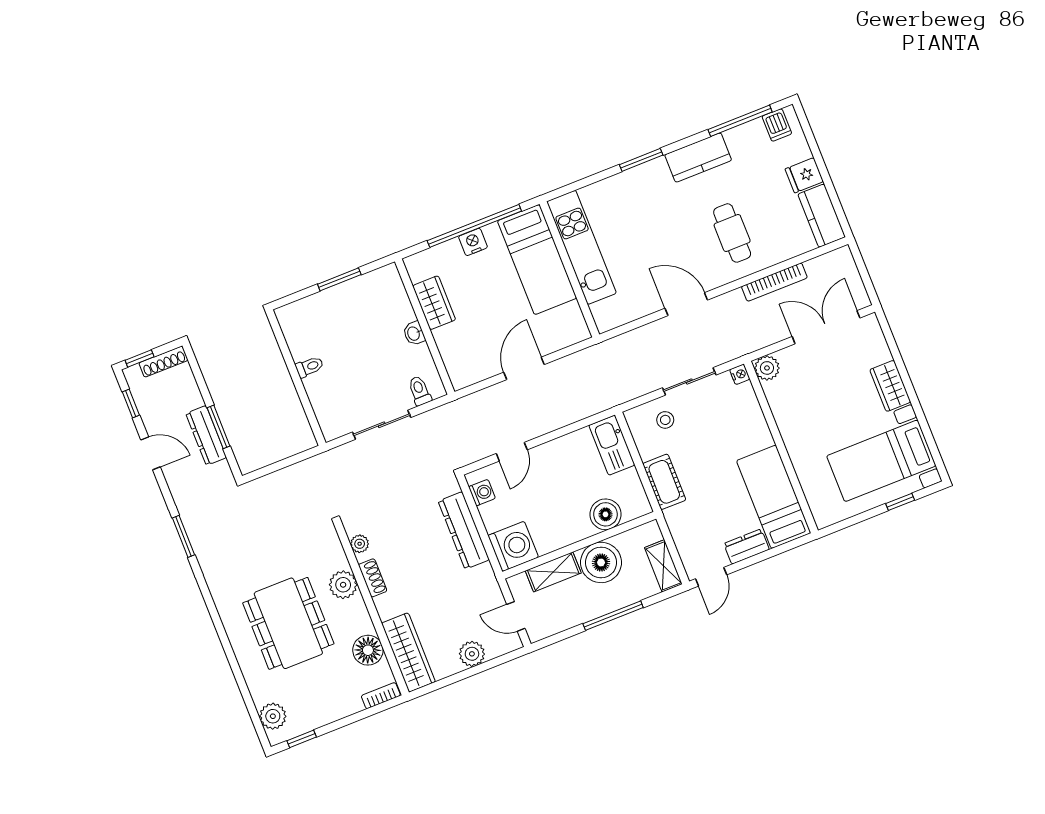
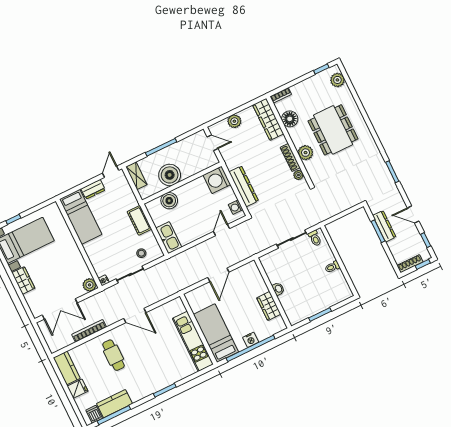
kitchen counter: (698, 158) -> (114, 404), moved
toilet: (420, 391) -> (315, 238), moved
shelving: (553, 572) -> (195, 168), removed
shoe rack: (373, 578) -> (290, 157), width x1.43

